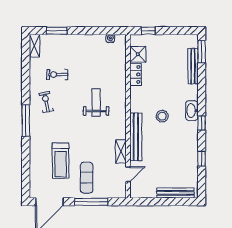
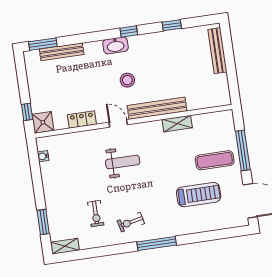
shower: (138, 54) -> (43, 122), moved
weight bench: (96, 103) -> (123, 162), turned 180
door: (128, 174) -> (118, 123), moved

